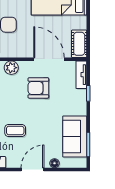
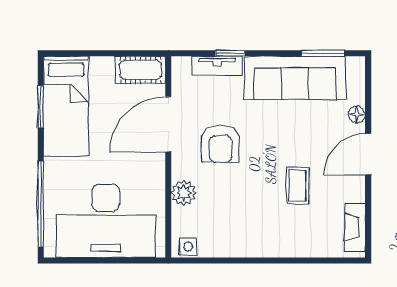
tv unit: (81, 75) -> (217, 66), moved
sofa: (75, 137) -> (295, 78), width x1.36
door: (32, 169) -> (368, 154), hinge flipped

